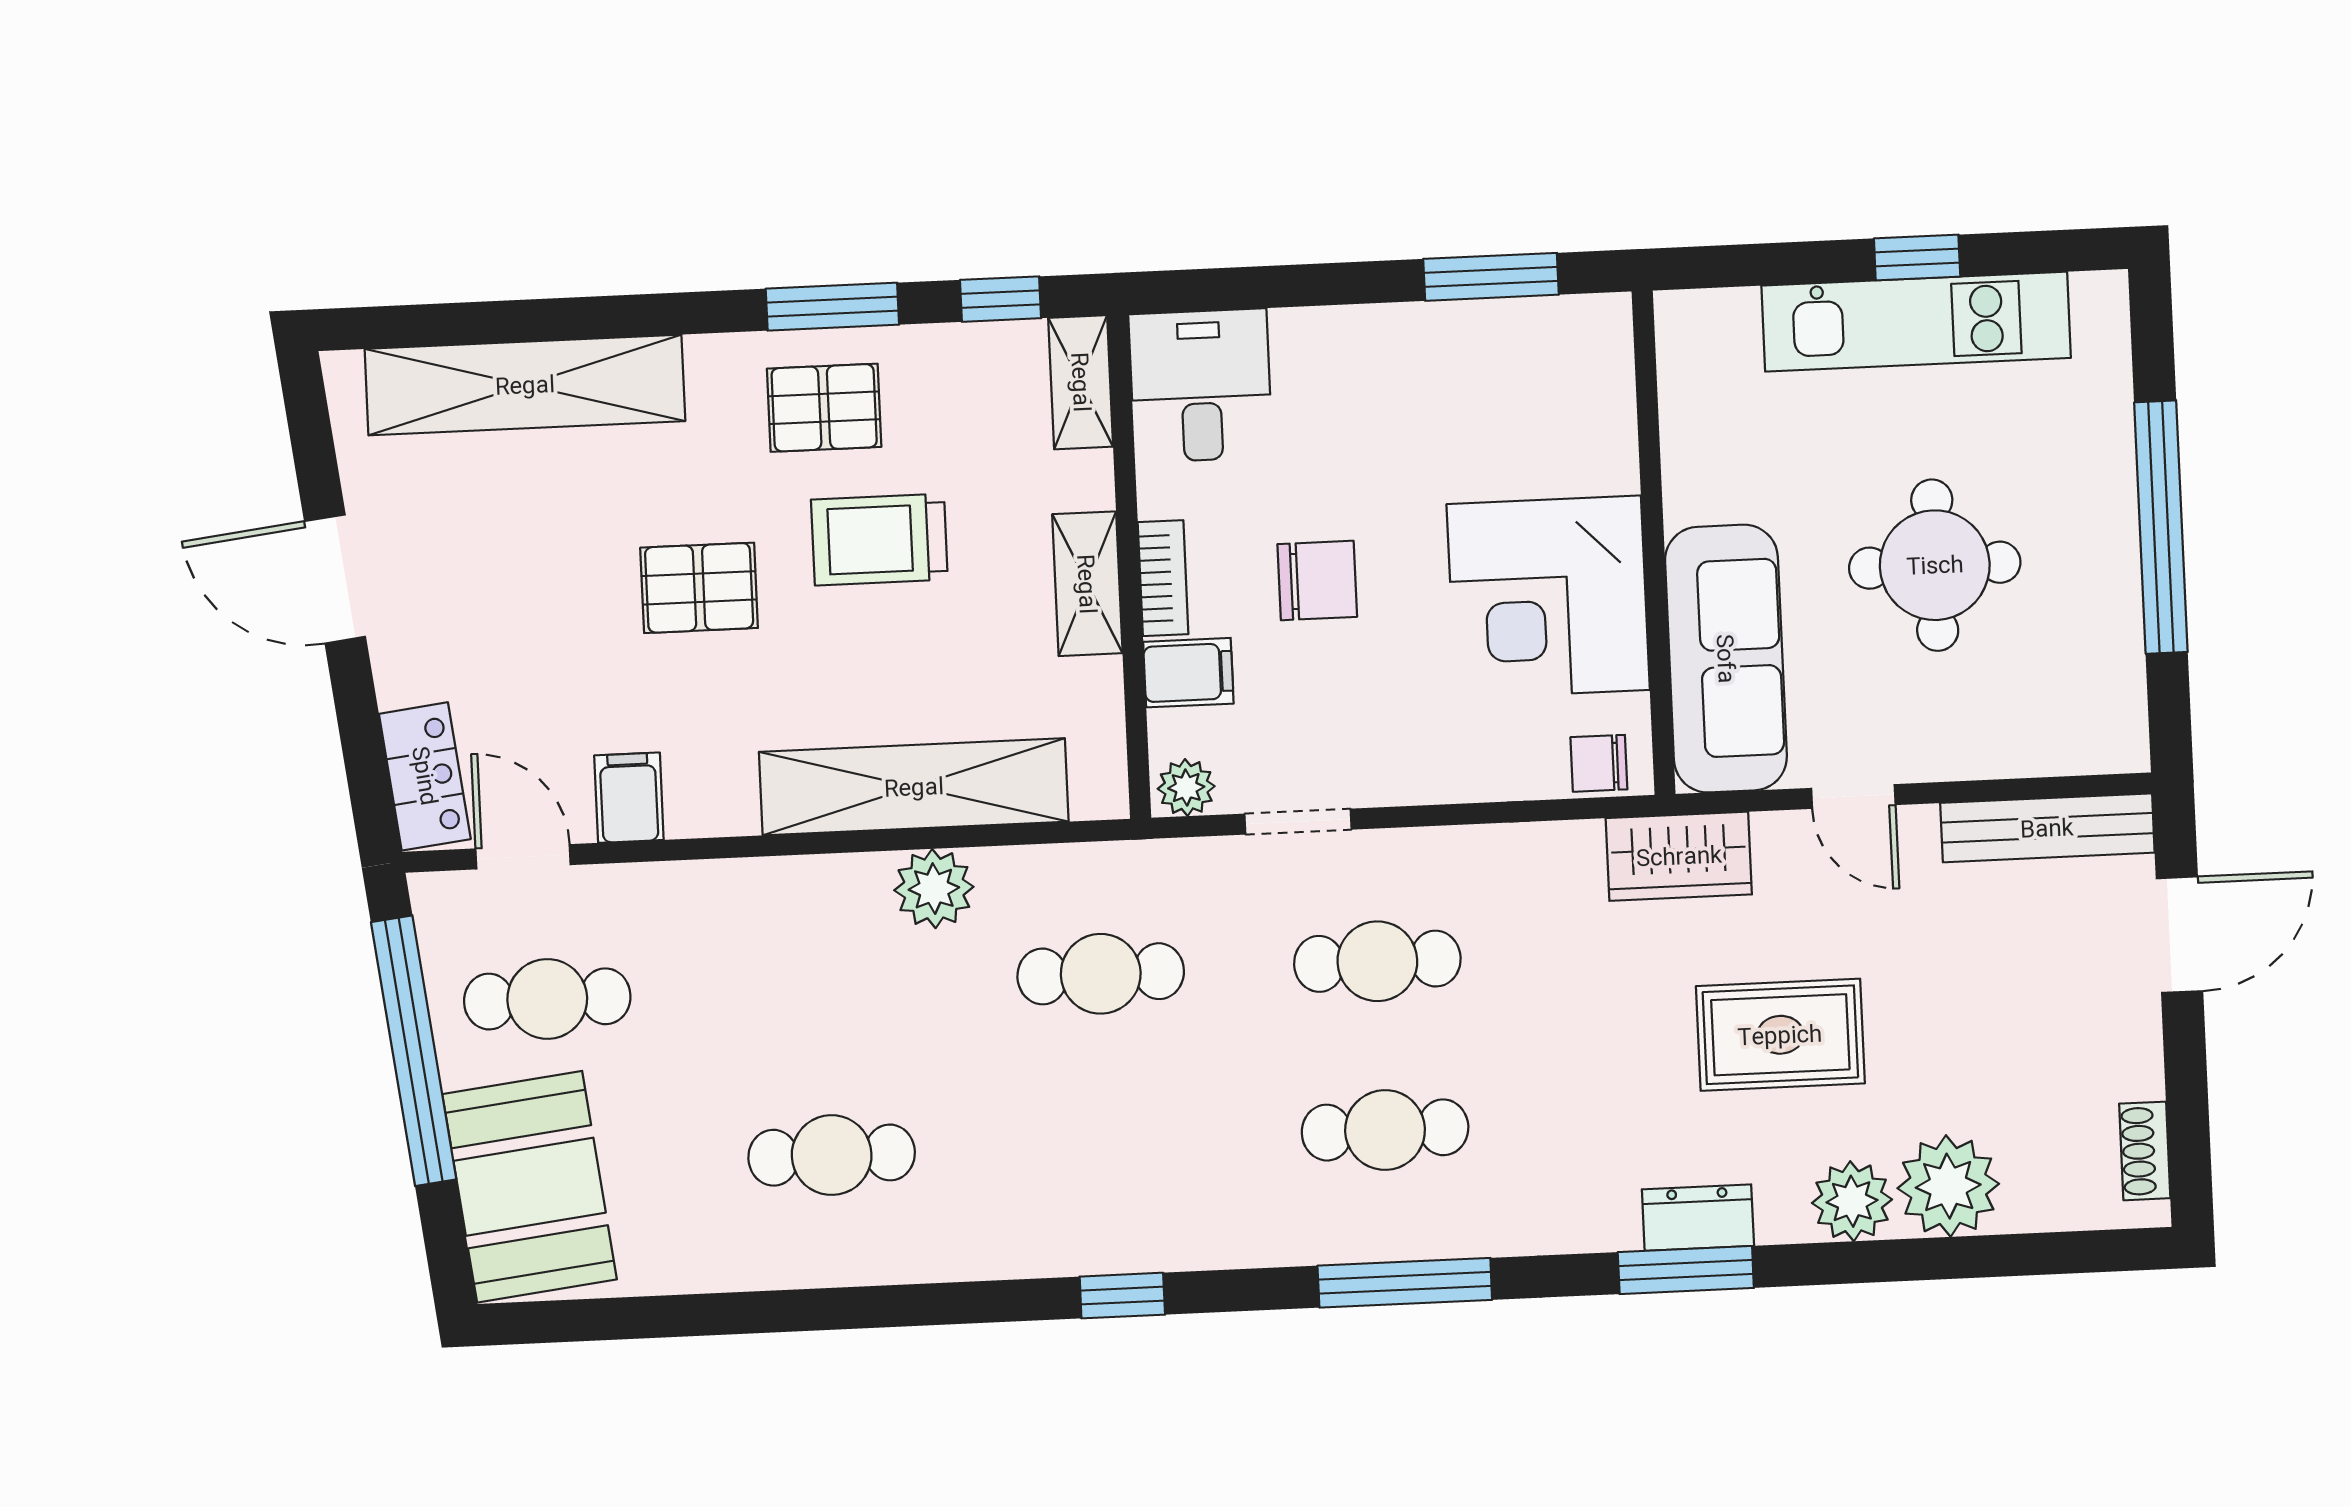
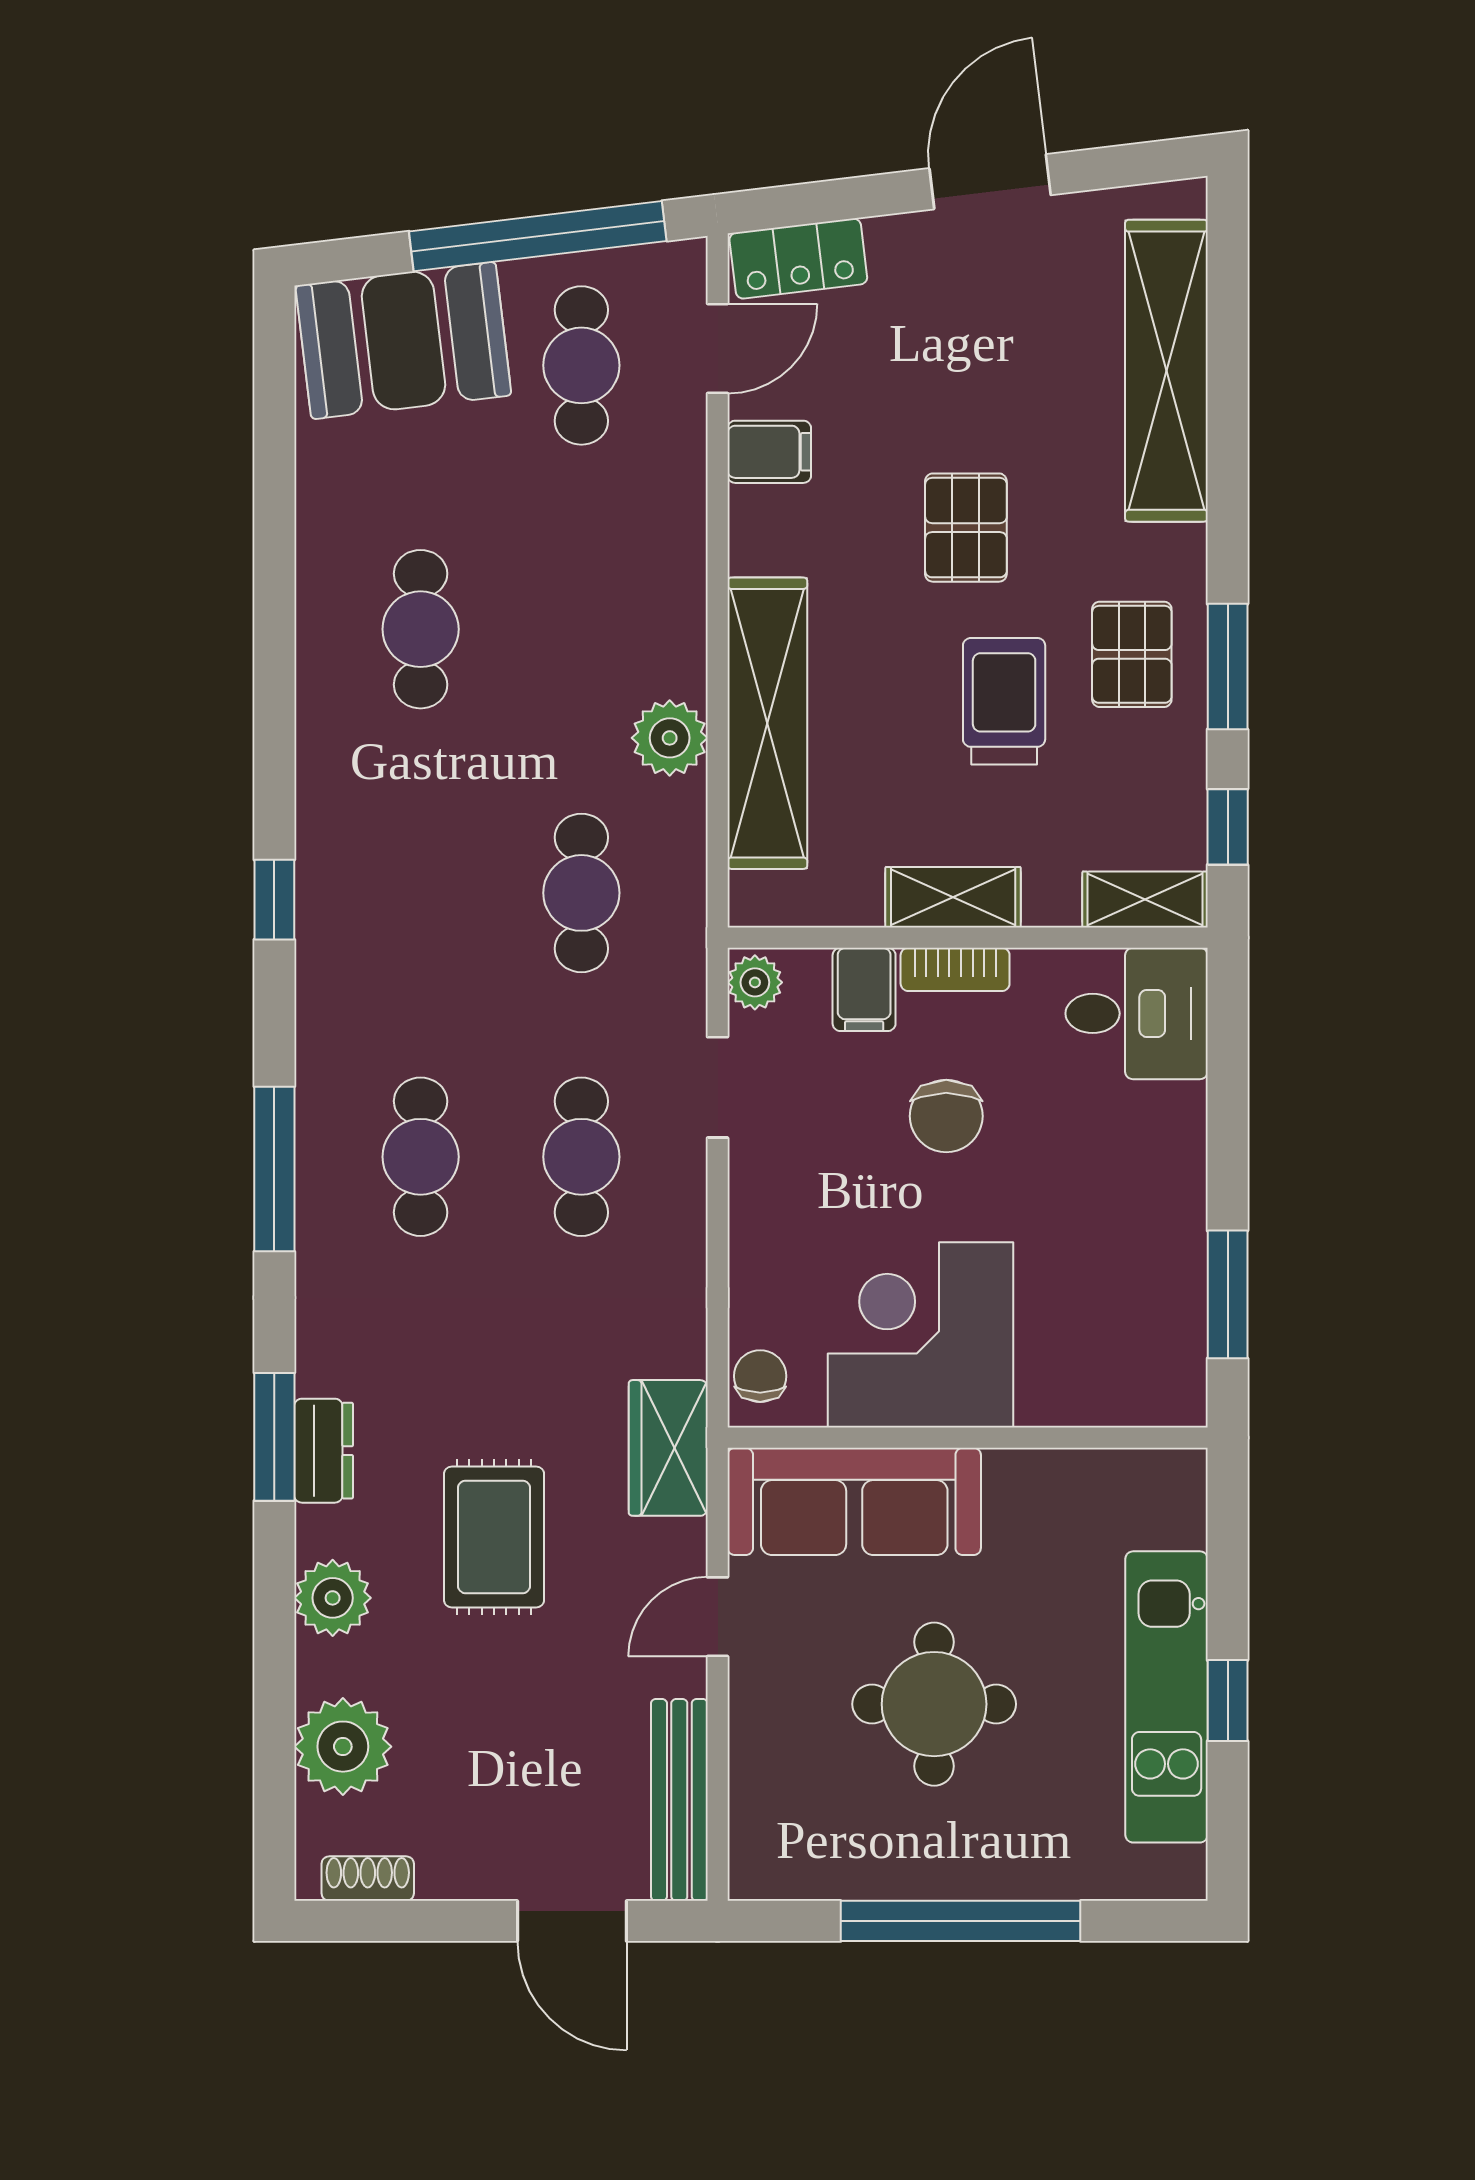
plant: (1948, 1186) -> (343, 1747), moved

